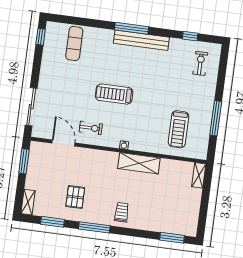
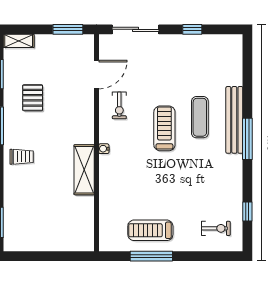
window: (41, 37) -> (192, 29), moved
bench: (141, 40) -> (234, 120), moved
exercise mat: (74, 44) -> (200, 117), moved, turned 90
treadmill: (179, 129) -> (150, 230), moved
shelving: (199, 175) -> (79, 245), removed
pallet: (75, 197) -> (33, 98), turned 90

